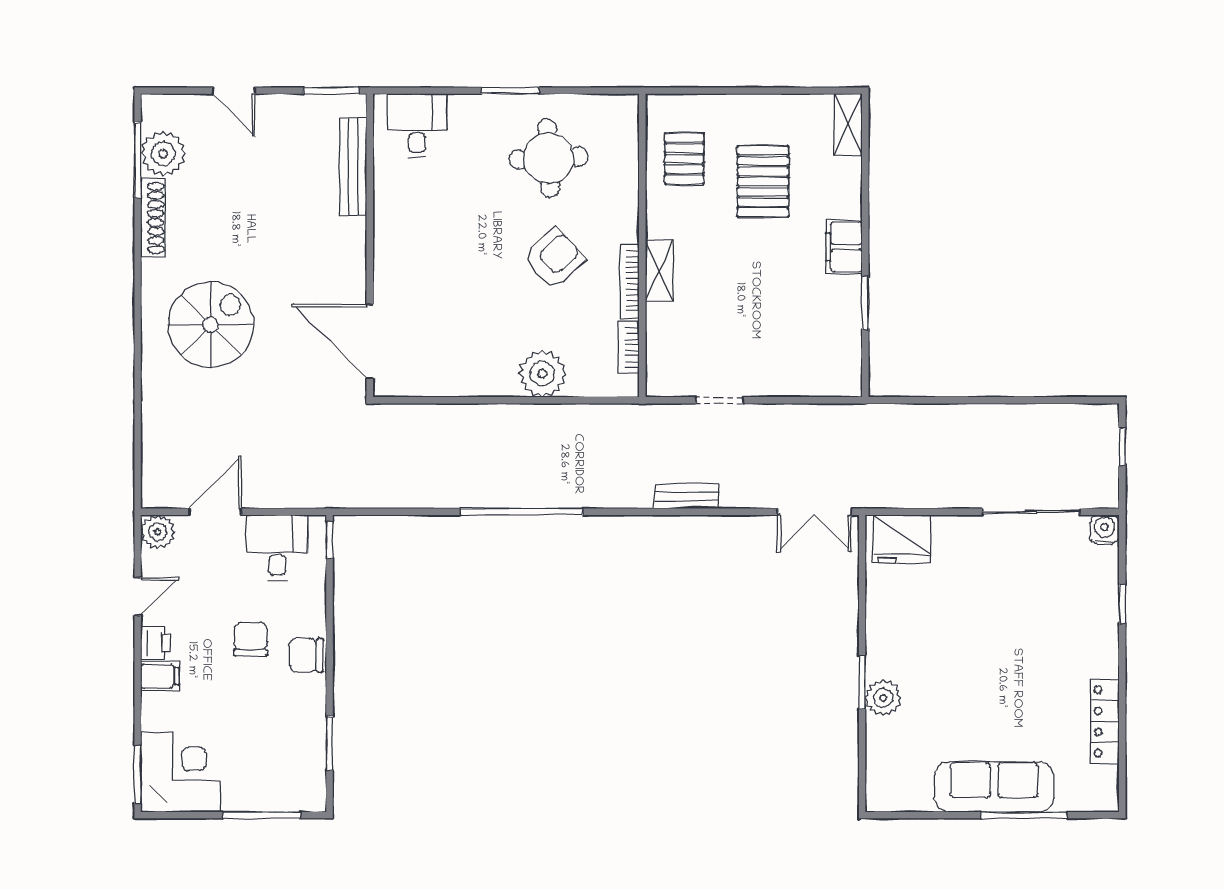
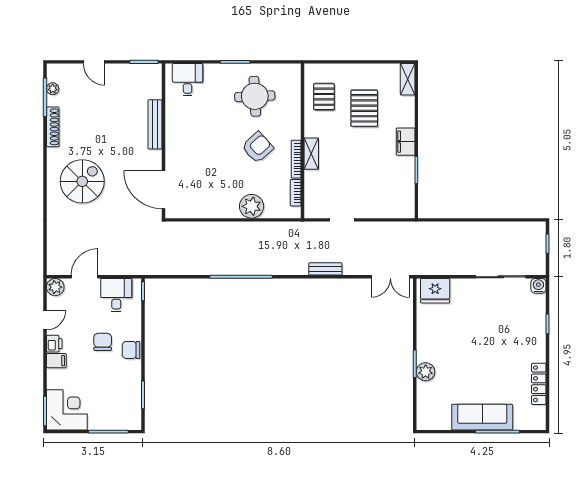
plant: (163, 154) -> (53, 89), width x0.53, depth x0.53
bench: (353, 166) -> (155, 124), moved

